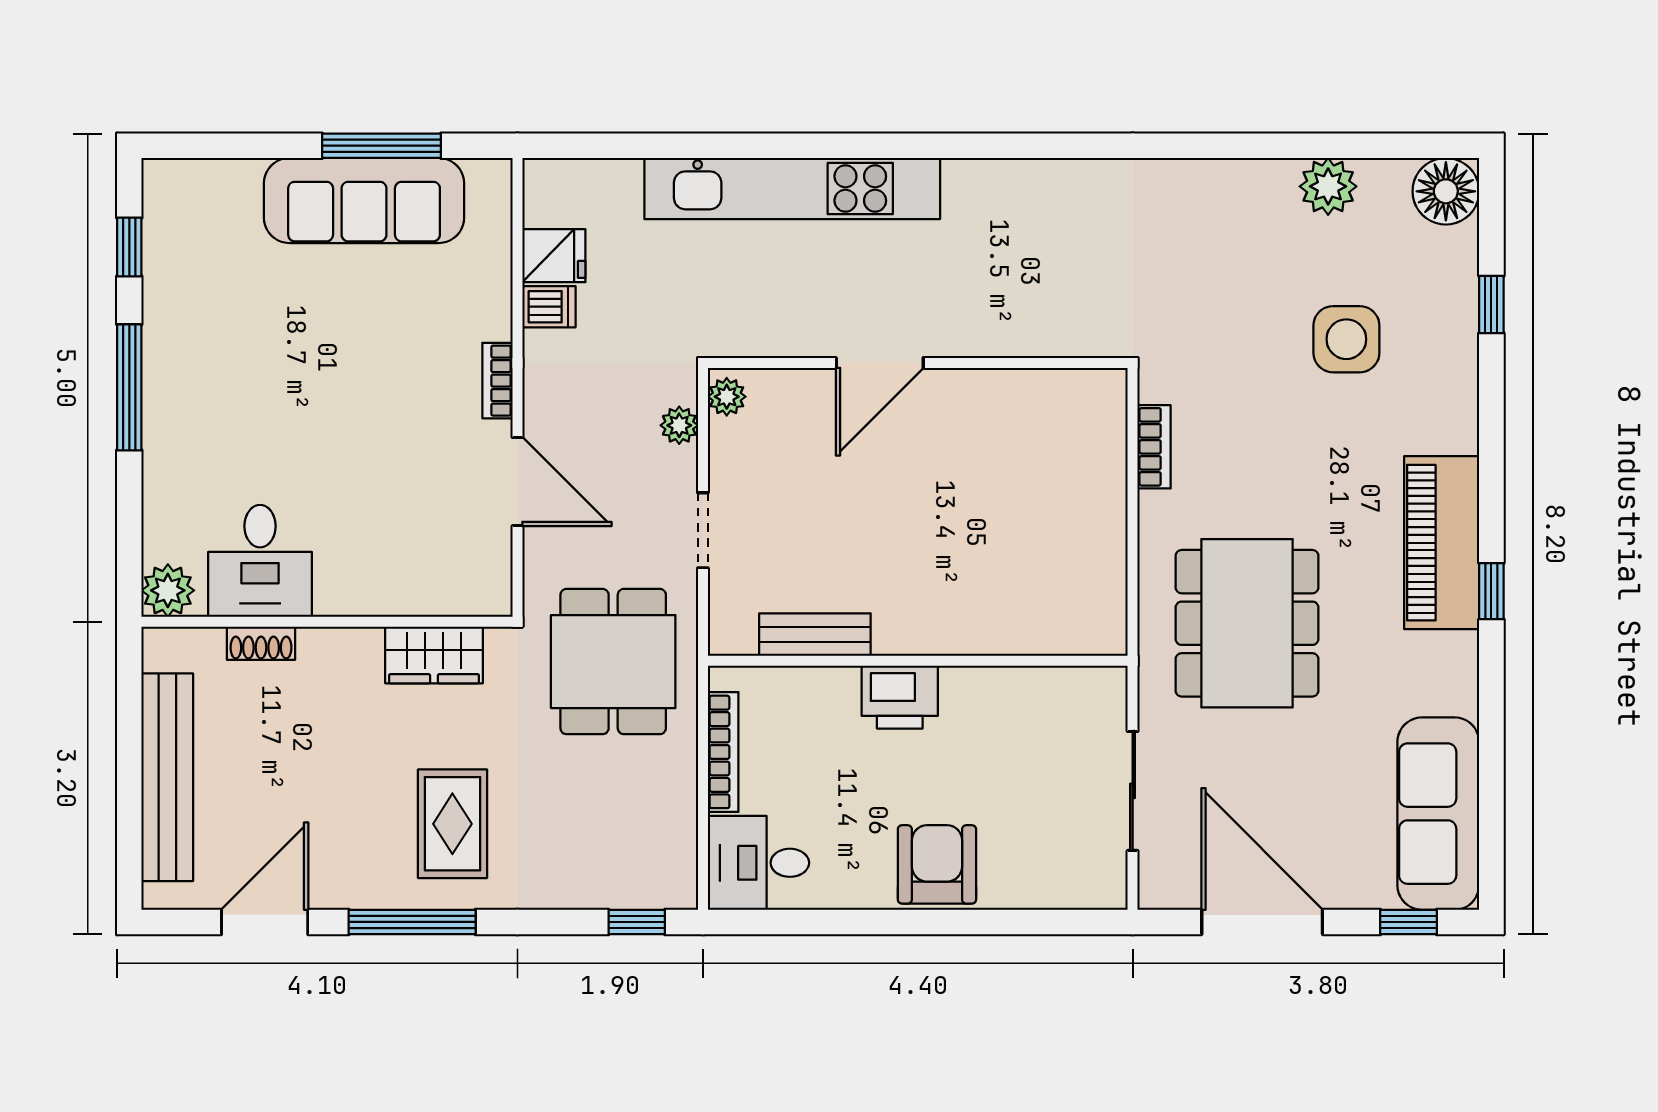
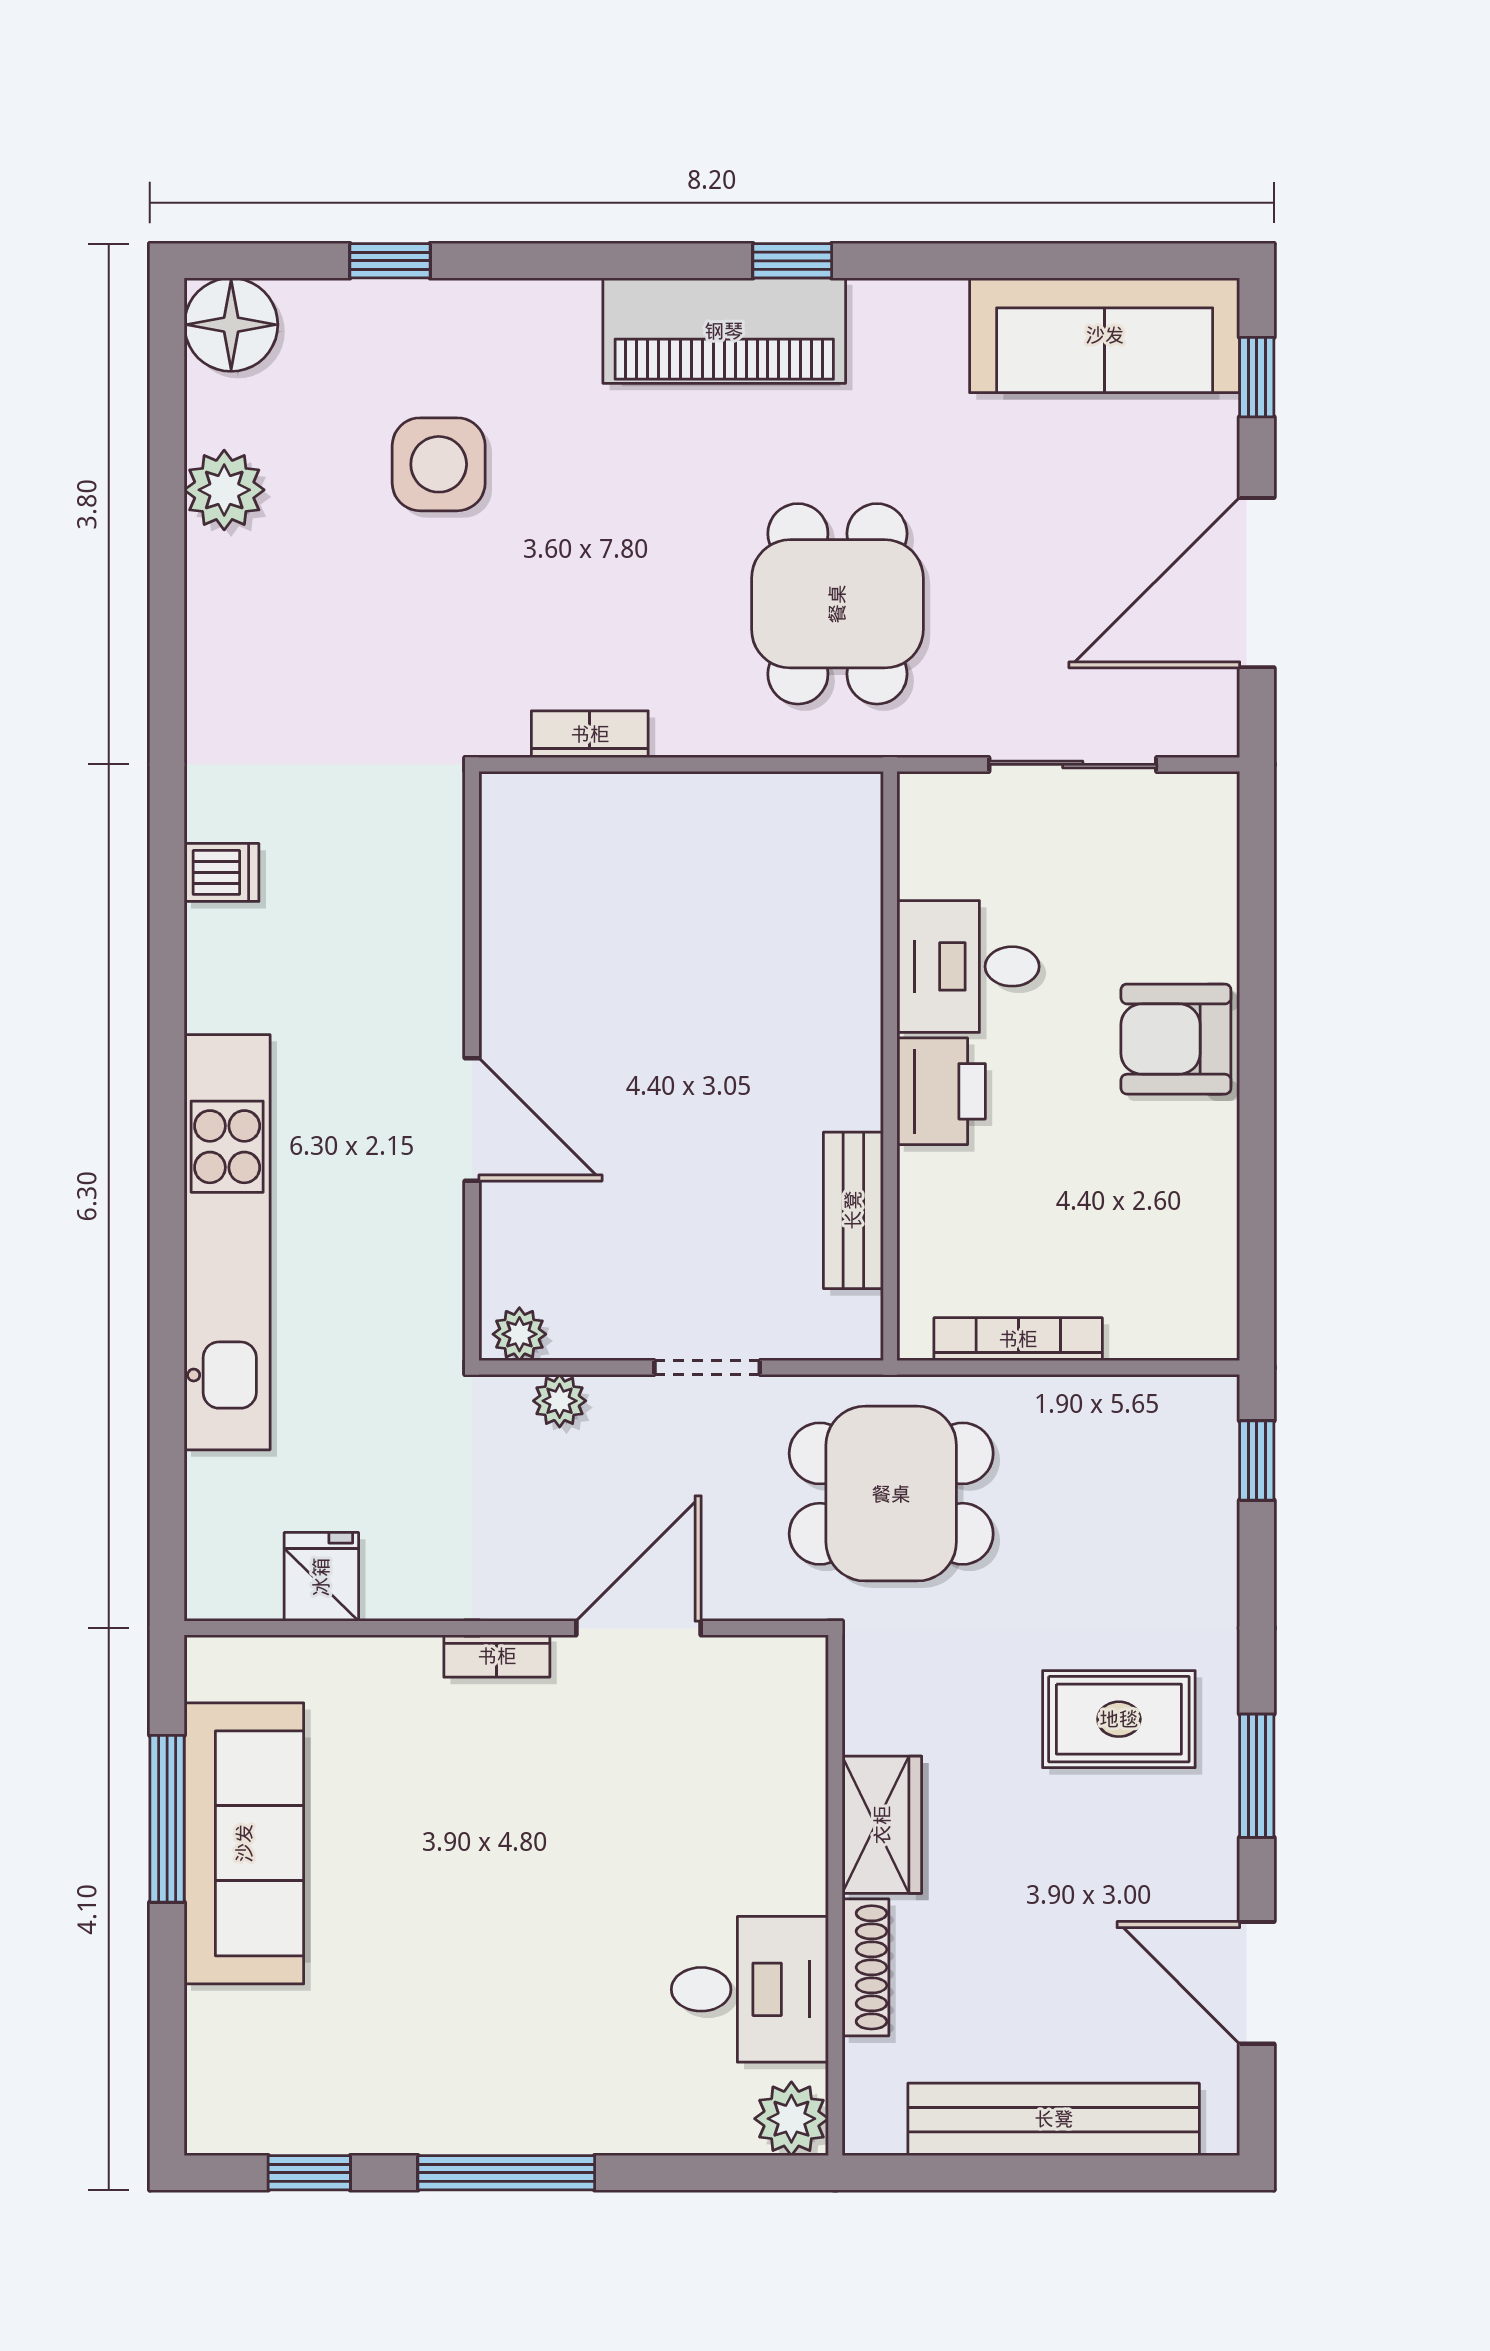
dishwasher: (549, 307) -> (222, 872), moved, turned 90
dining table: (1247, 623) -> (837, 604), width x0.73
shoe rack: (261, 643) -> (865, 1967), width x1.43
wardrobe: (434, 655) -> (882, 1825), moved
desk: (758, 863) -> (968, 966), moved, turned 90
window: (412, 922) -> (1257, 1776), width x0.69

